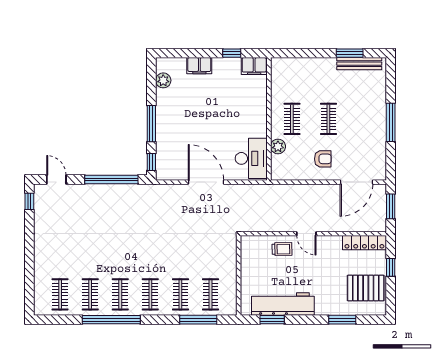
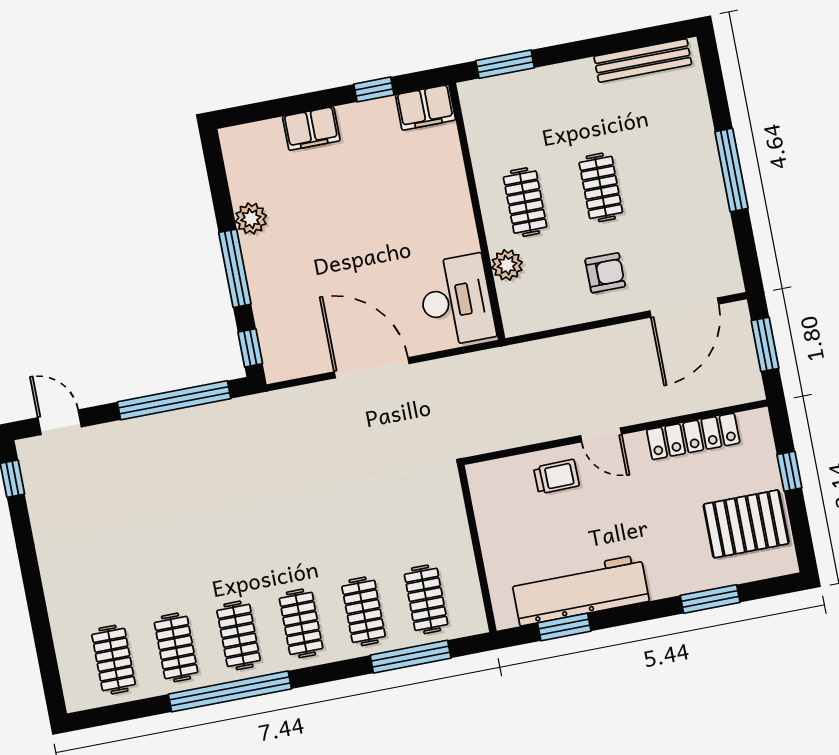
window: (350, 53) -> (505, 64), moved
plant: (163, 80) -> (251, 219), moved
locker: (364, 243) -> (693, 436), moved

